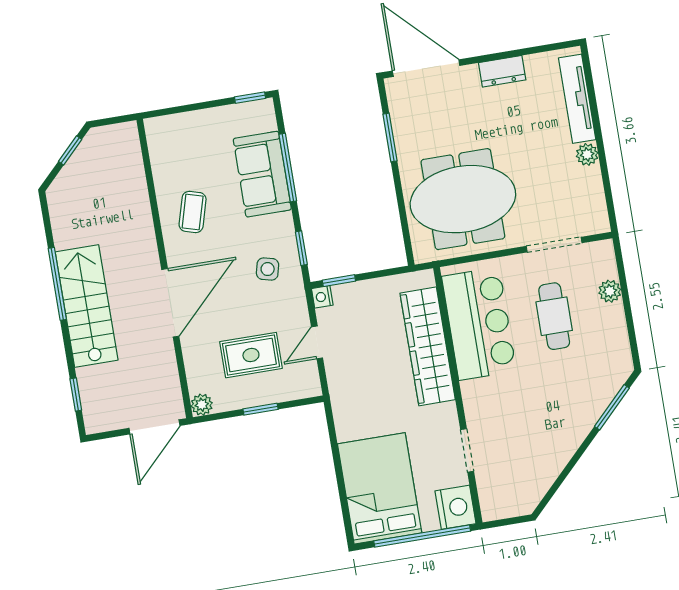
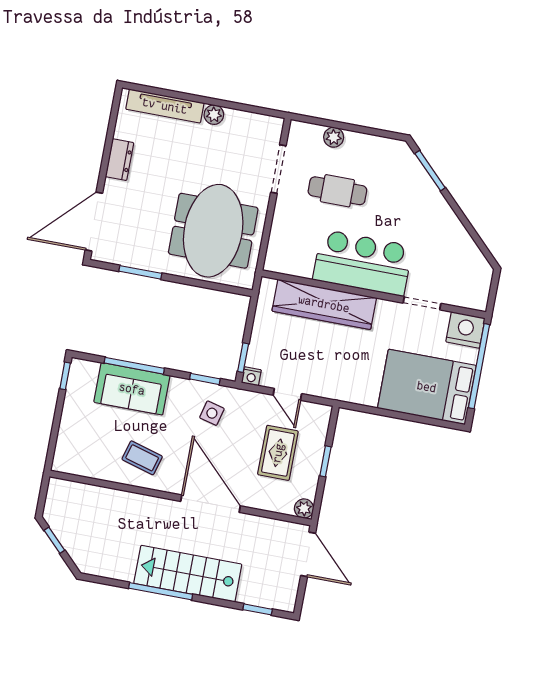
bar counter: (479, 324) -> (363, 263), moved

